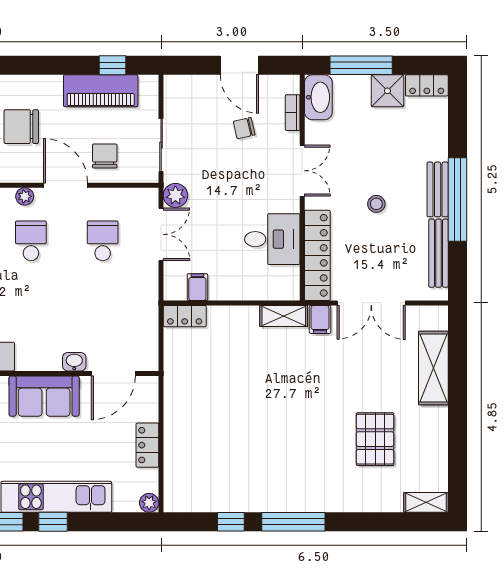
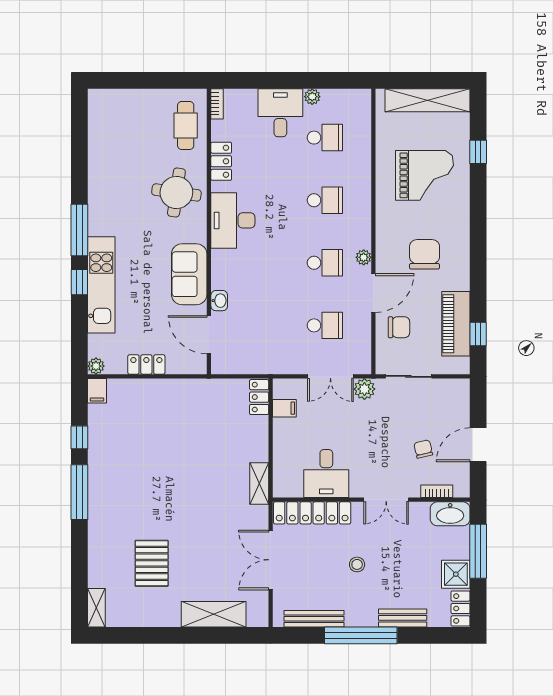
bench: (438, 189) -> (403, 618), moved
filing cabinet: (320, 319) -> (97, 391), moved, turned -90
pallet: (375, 439) -> (152, 563), turned 90

